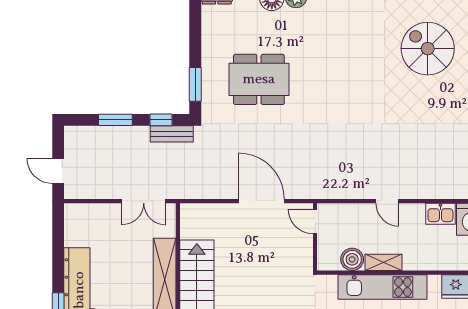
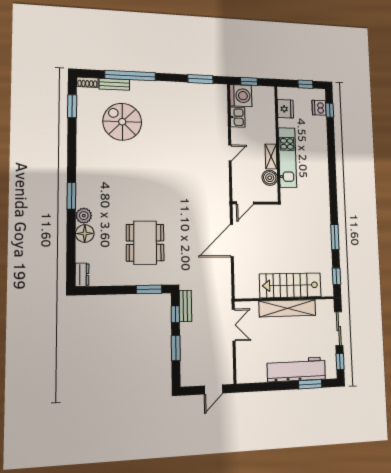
spiral stairs: (428, 49) -> (122, 122), turned 90

